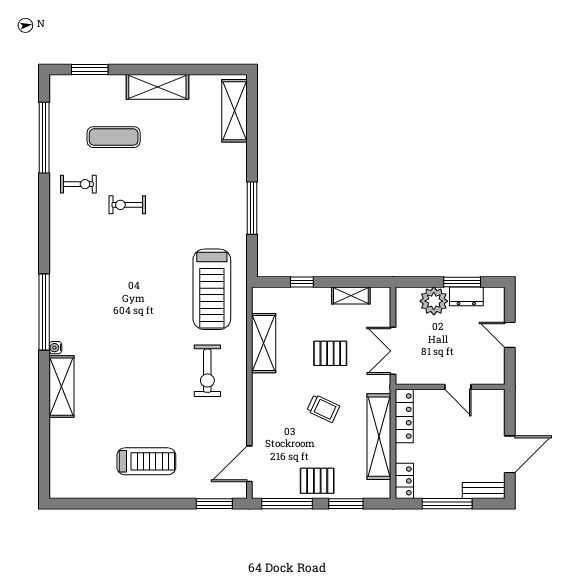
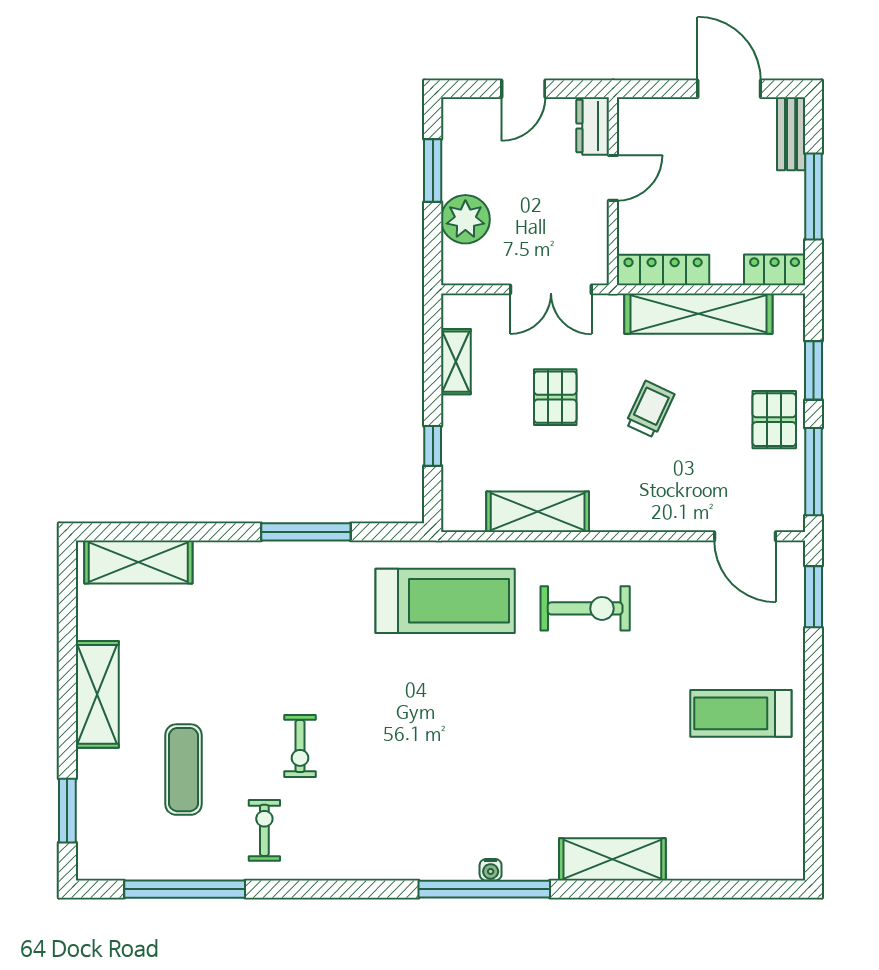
dresser: (466, 296) -> (593, 126), moved, turned 180
water cooler: (55, 348) -> (491, 870), moved
treadmill: (146, 461) -> (741, 713), turned -90

